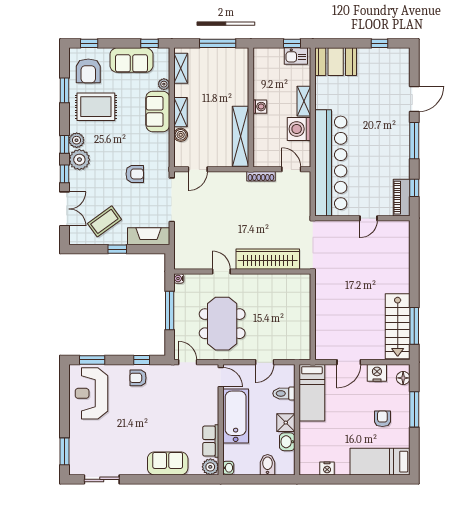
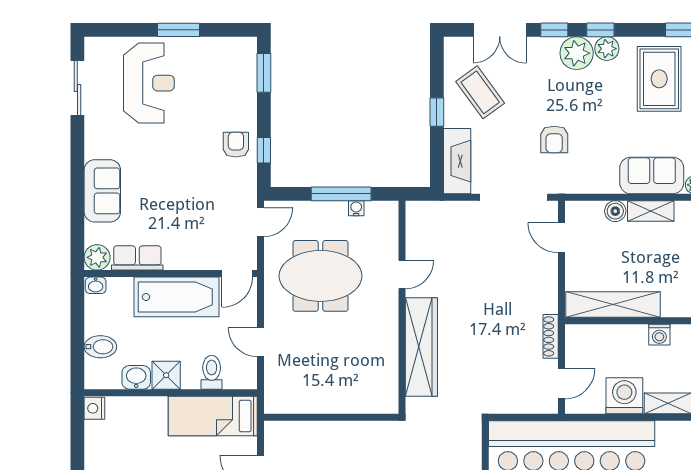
water cooler: (179, 278) -> (356, 208), moved
reception desk: (91, 393) -> (149, 83), moved, turned 90
window: (65, 451) -> (178, 30), moved
nightstand: (327, 469) -> (94, 408), moved

